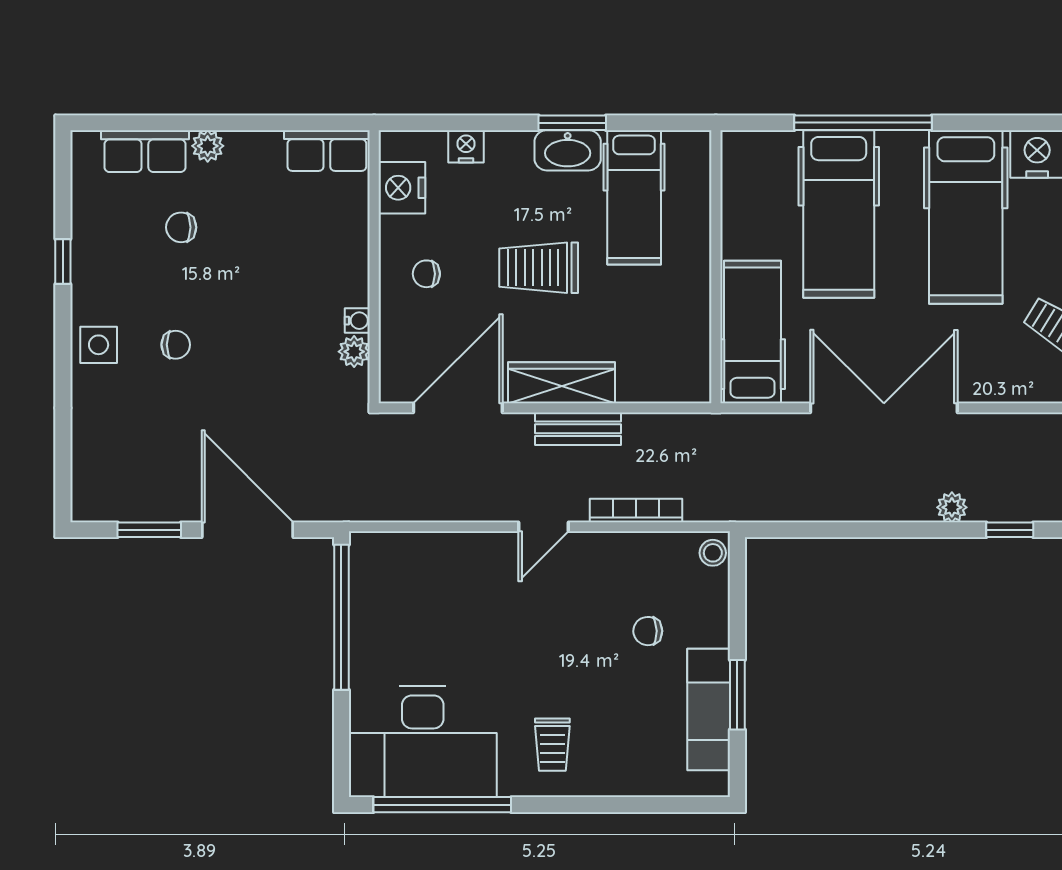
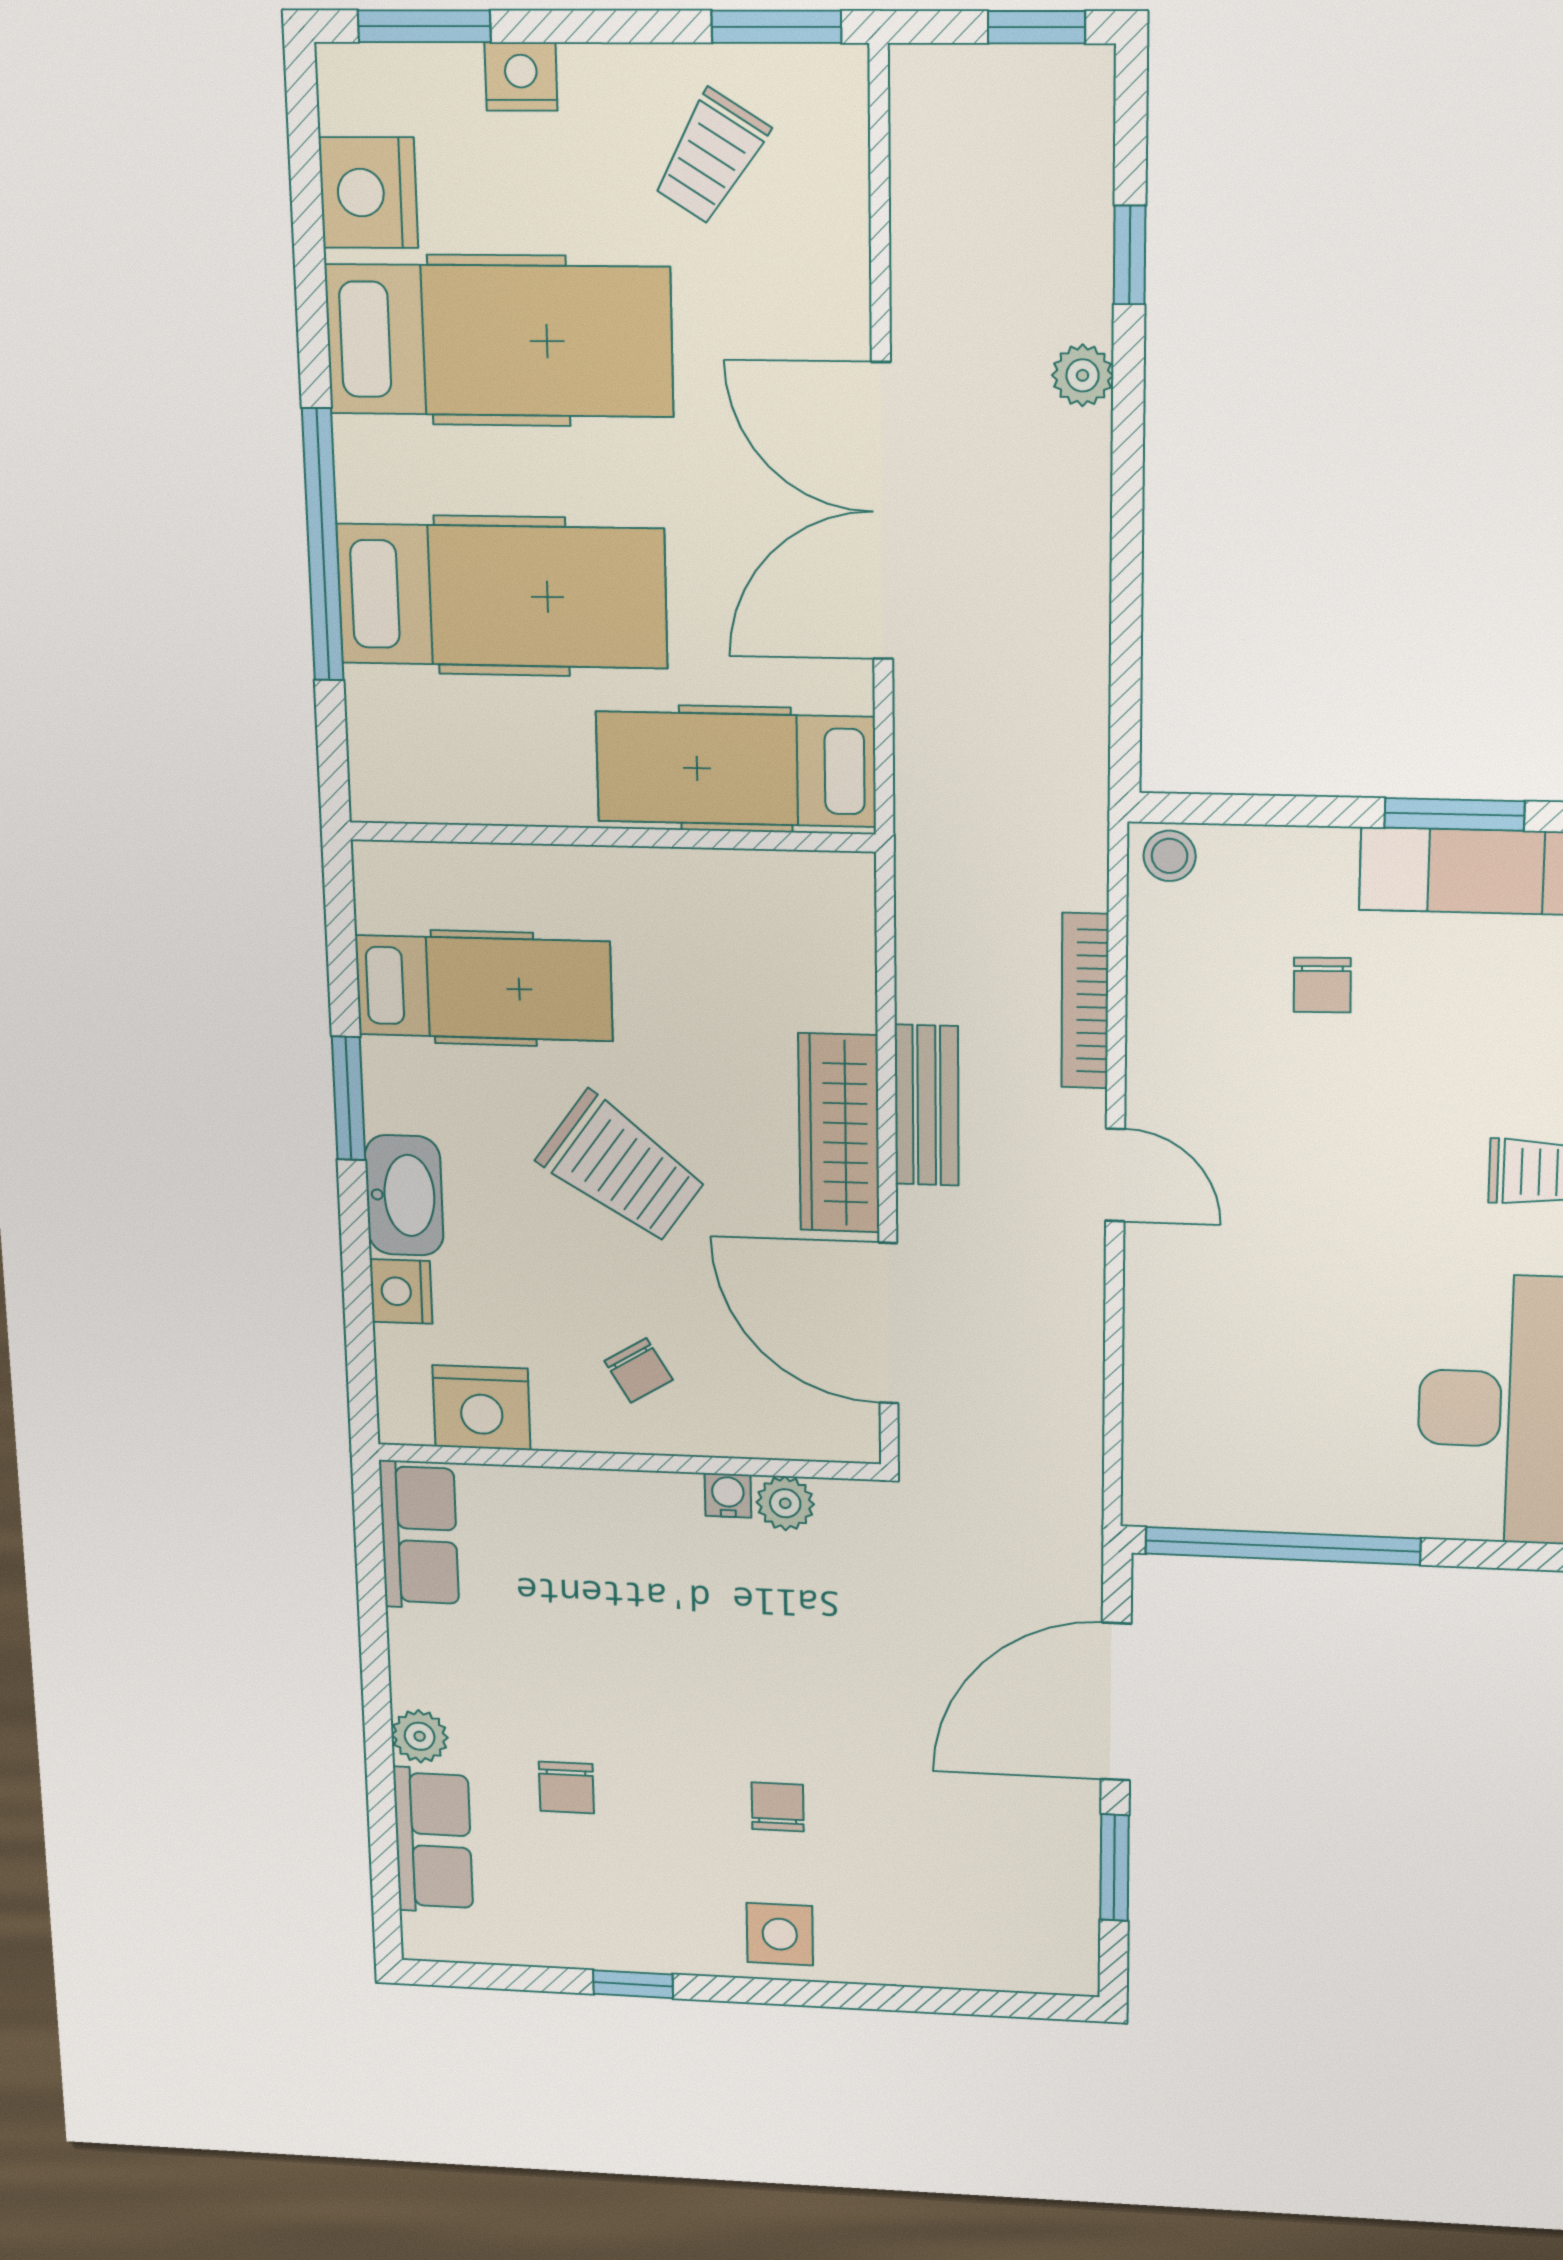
washbasin: (568, 150) -> (404, 1195), moved
trolley: (539, 268) -> (622, 1168), turned -54
chair: (426, 274) -> (639, 1370), turned -31

